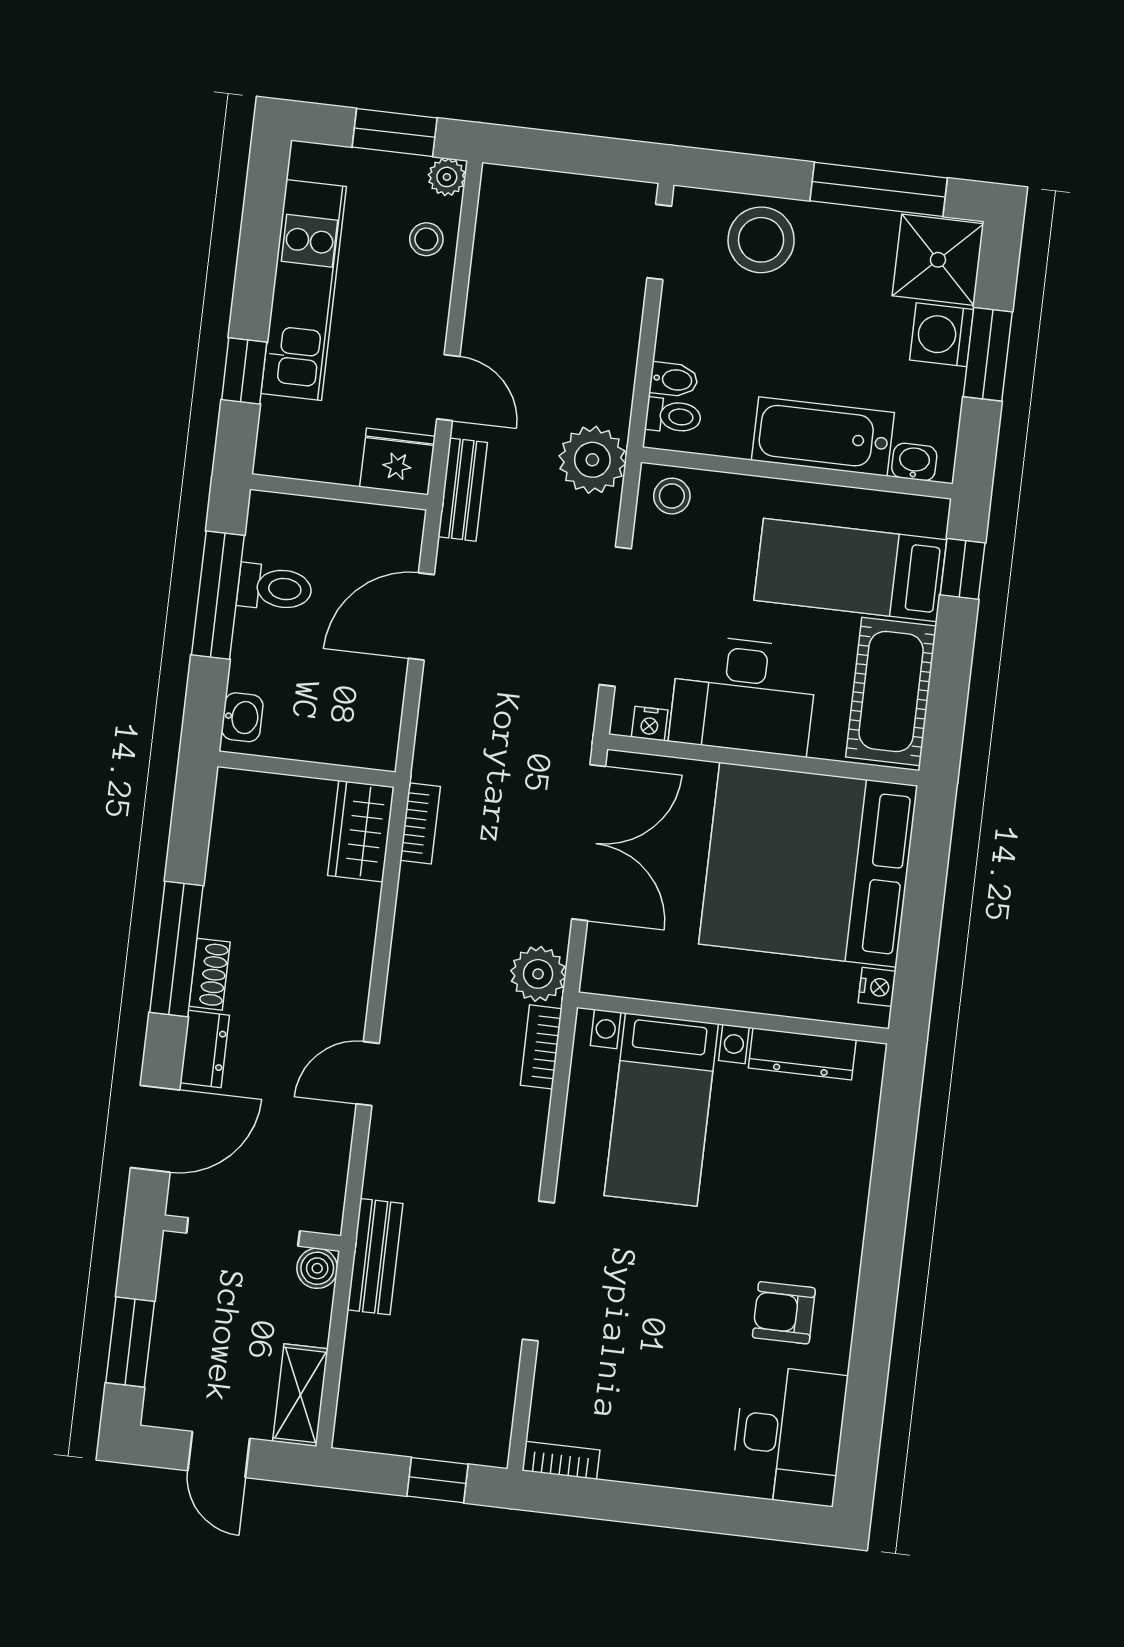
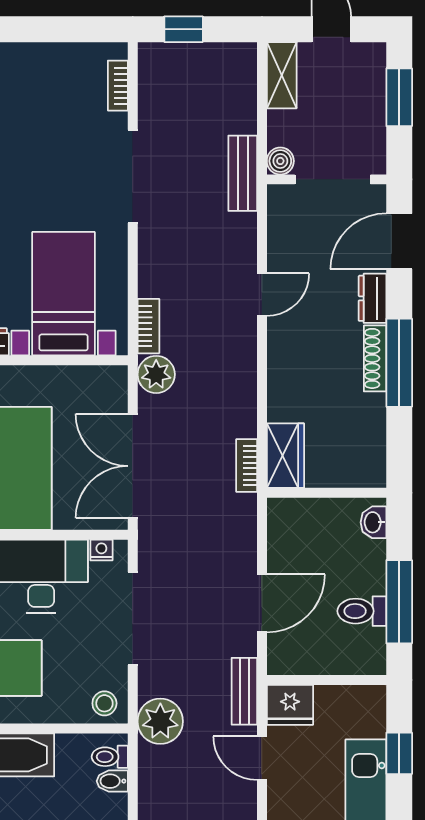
shoe rack: (210, 974) -> (375, 358), width x1.43
bookcase: (561, 1460) -> (118, 86), moved, turned 90

